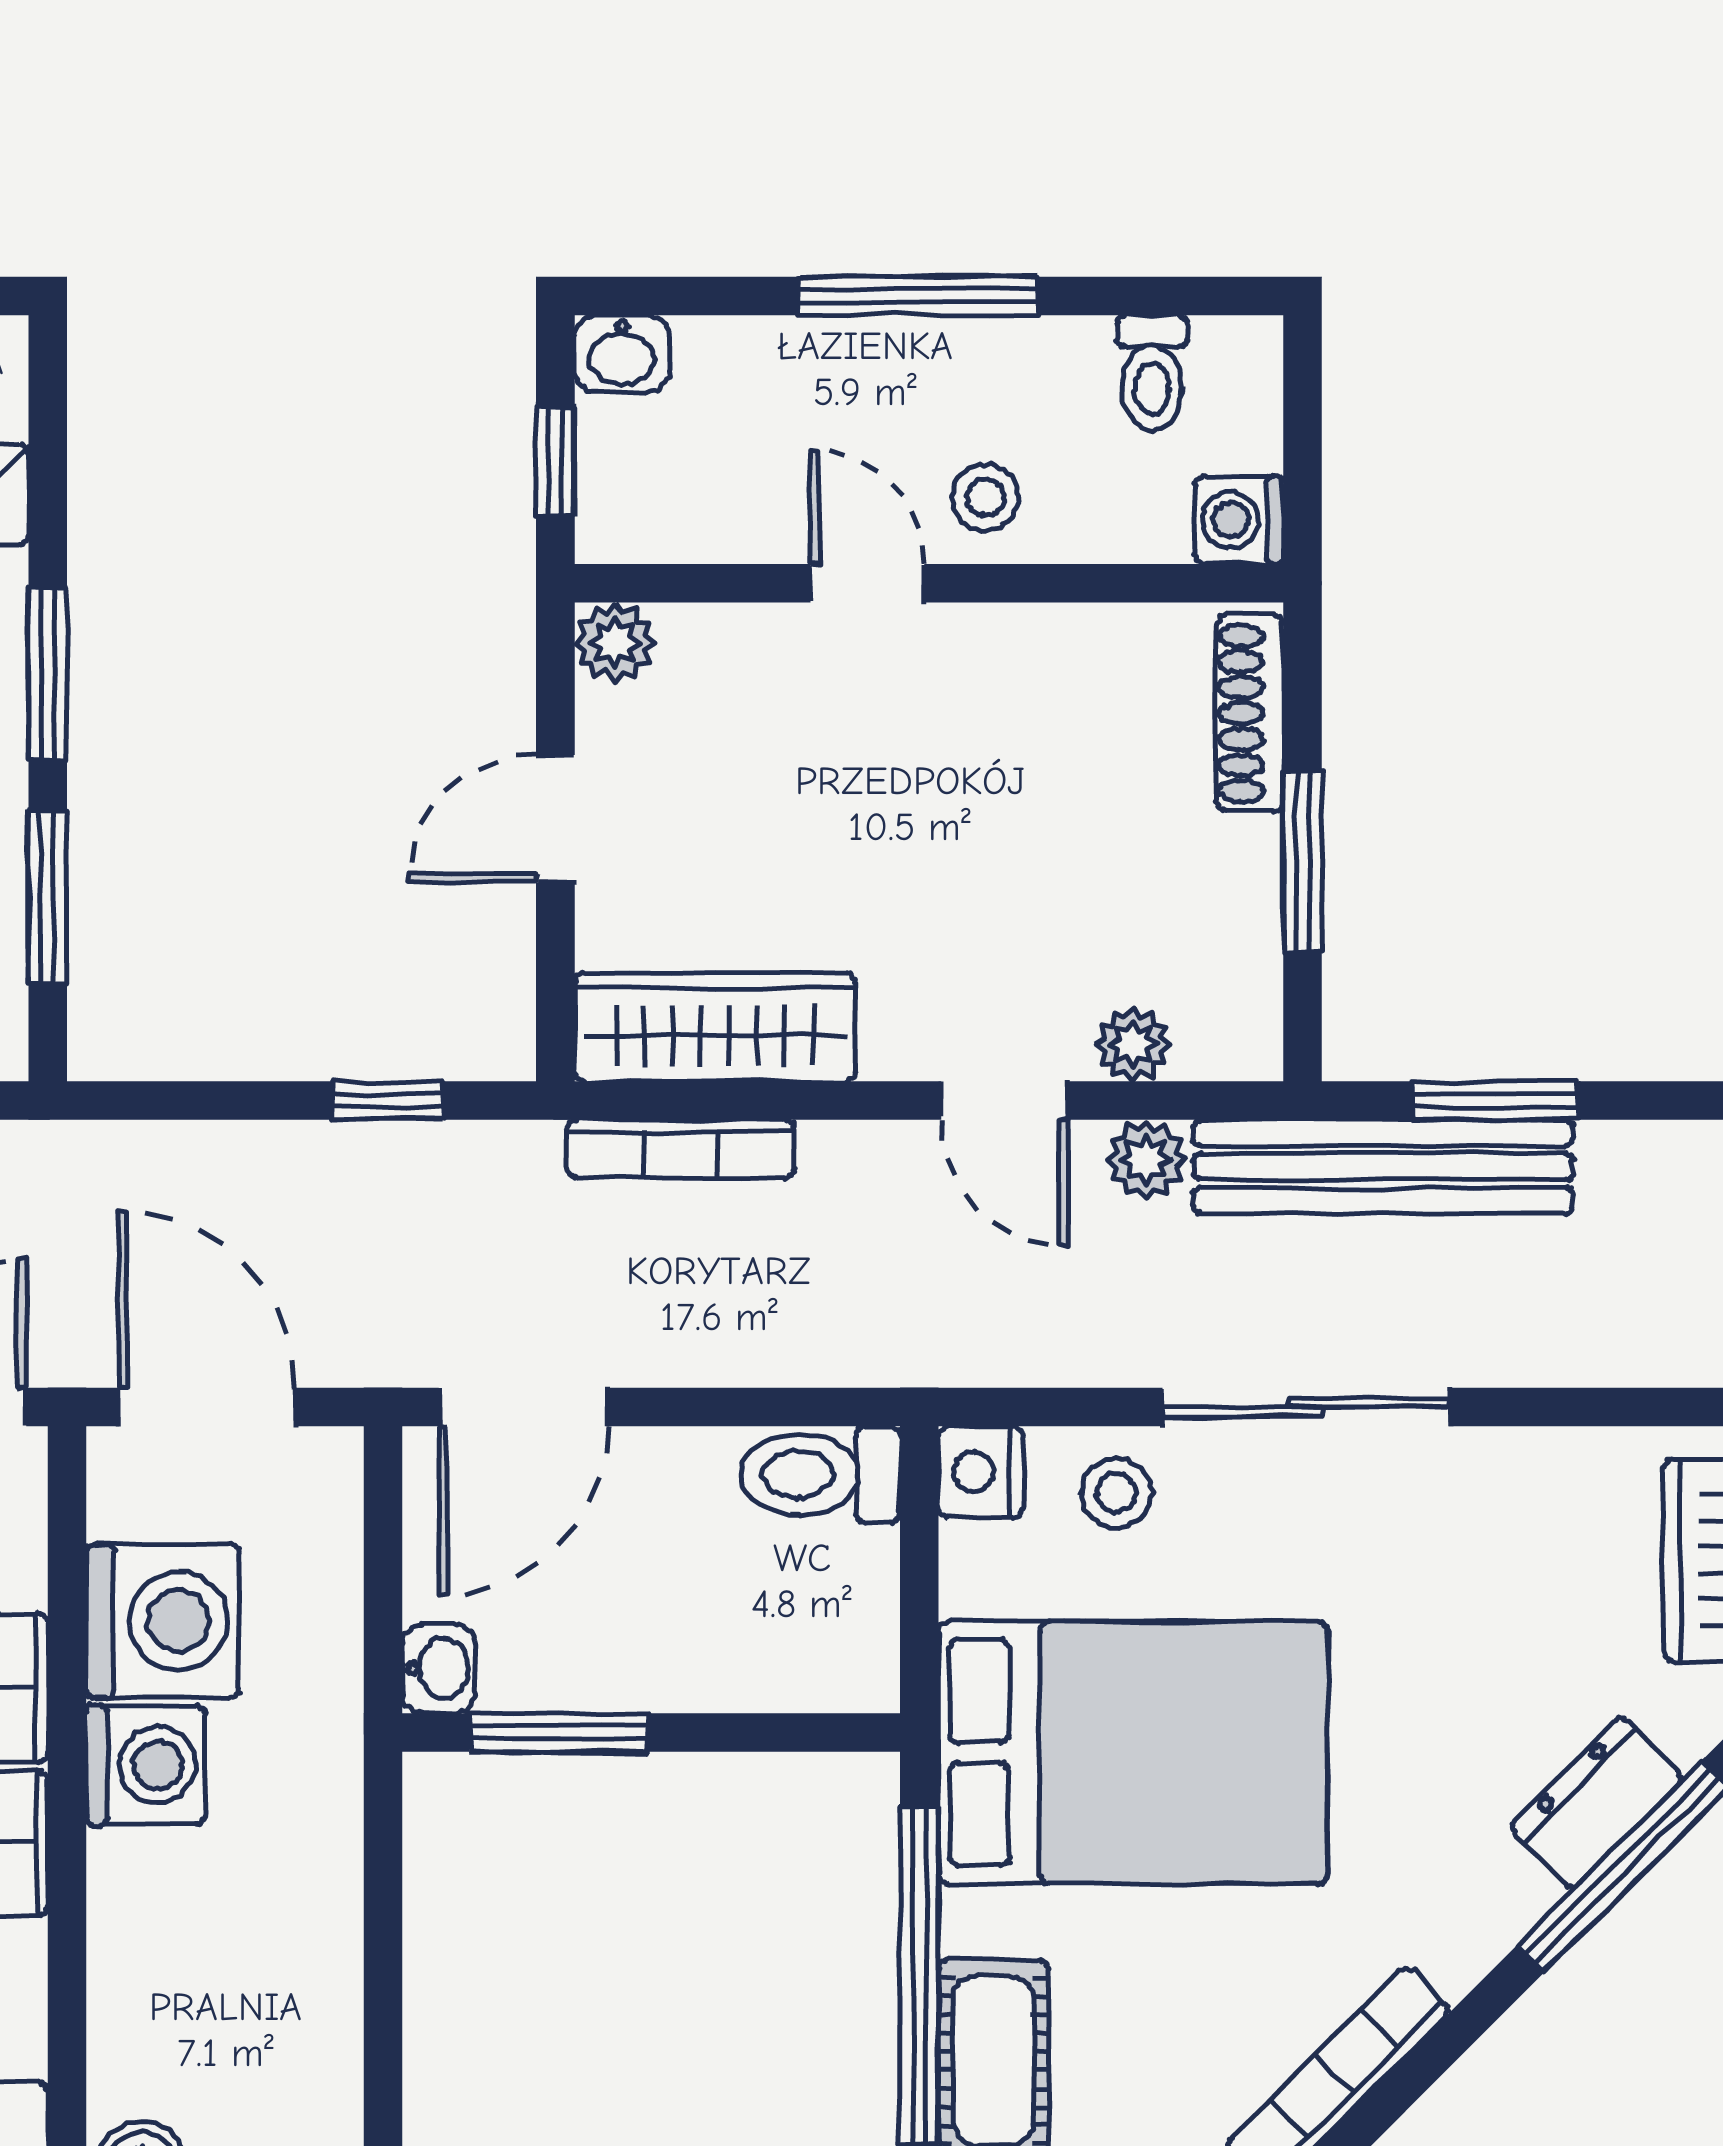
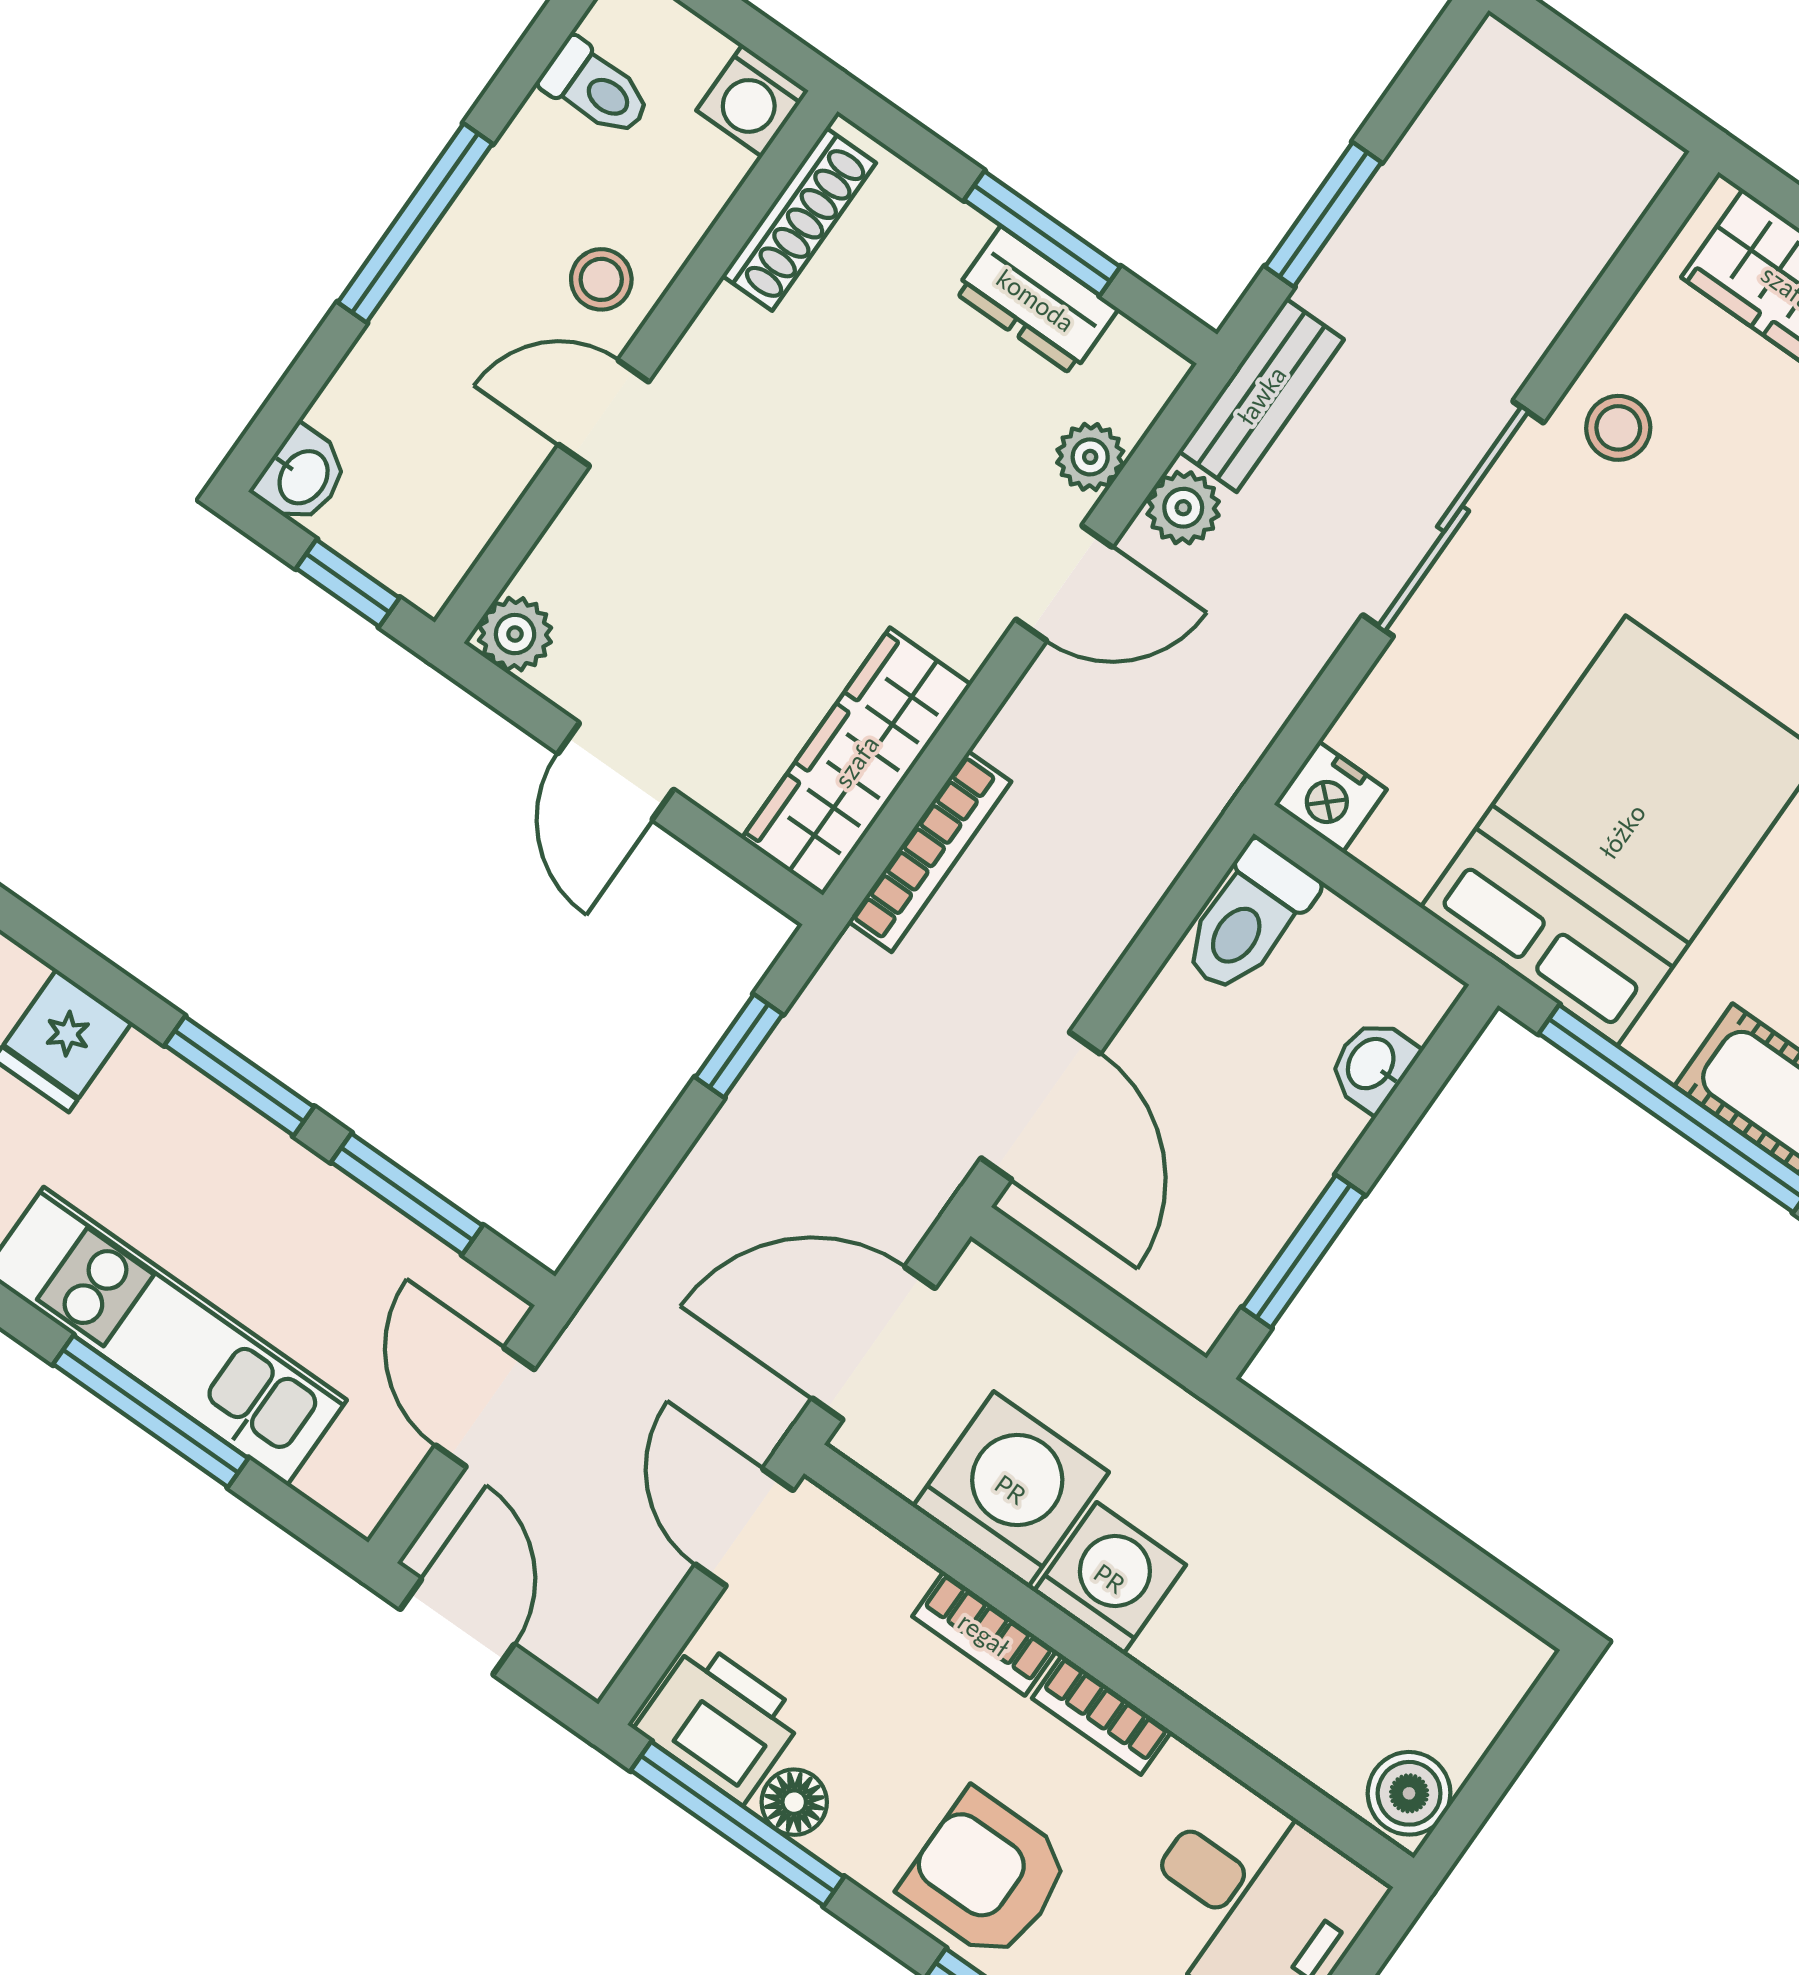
shoe rack: (1250, 713) -> (799, 219), moved, turned -90
dresser: (1239, 899) -> (1036, 300), added
bench: (1383, 1167) -> (1261, 395), width x0.54, depth x0.82
stool: (1116, 1493) -> (1618, 428), moved
washbasin: (439, 1668) -> (1372, 1065), moved, turned -90

